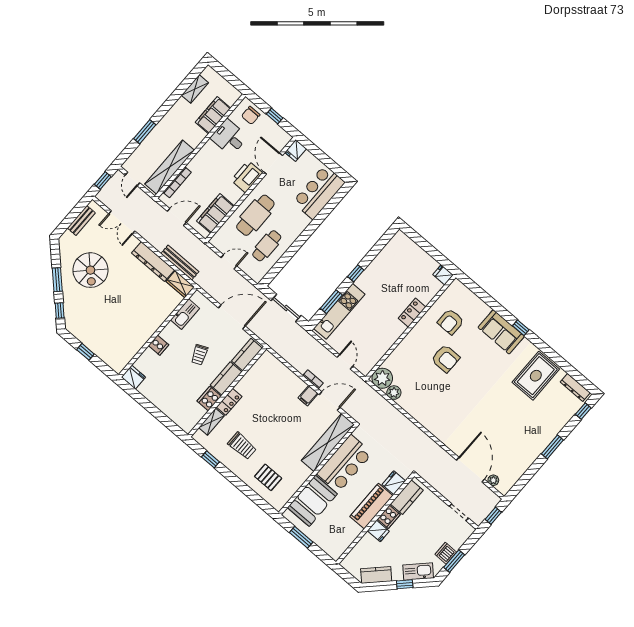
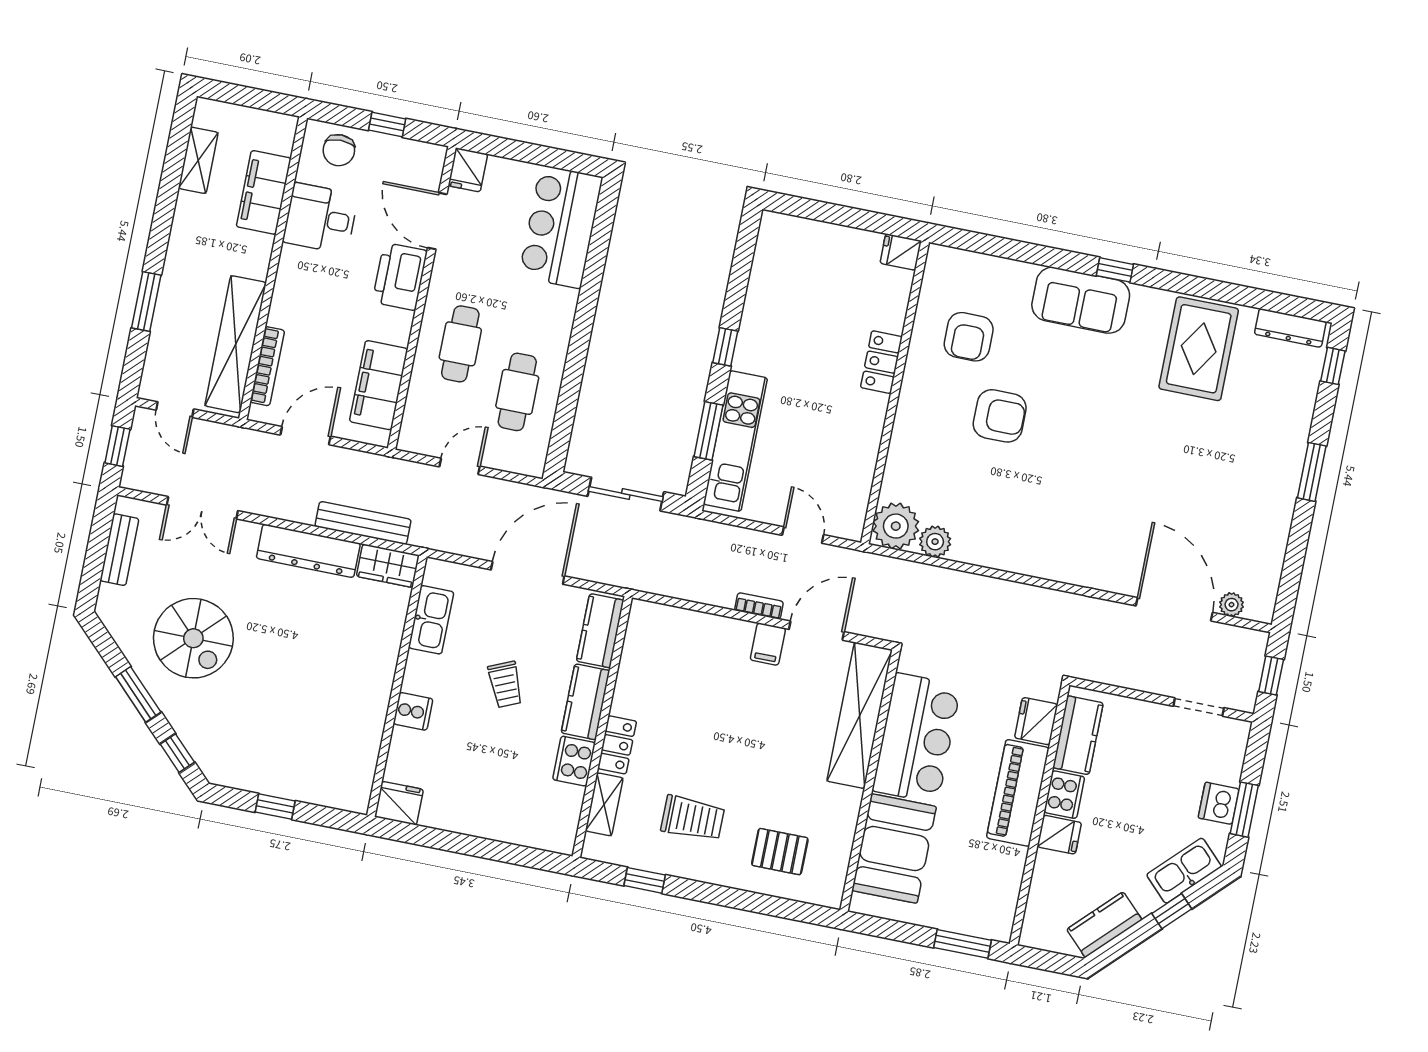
cafe table: (255, 215) -> (460, 344), width x0.73, depth x0.74
window: (301, 537) -> (963, 944), moved

